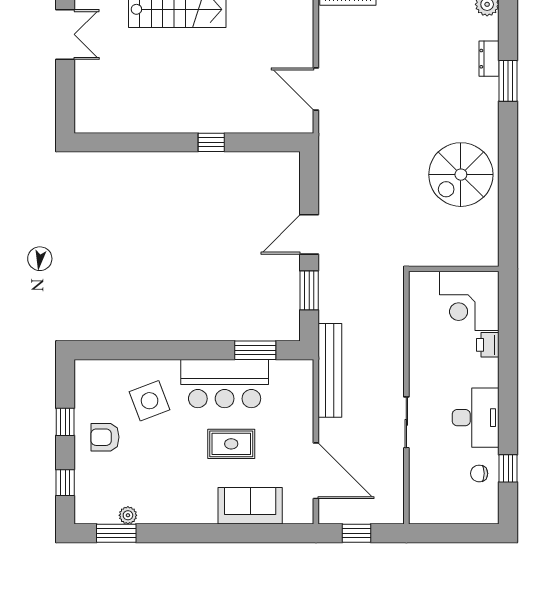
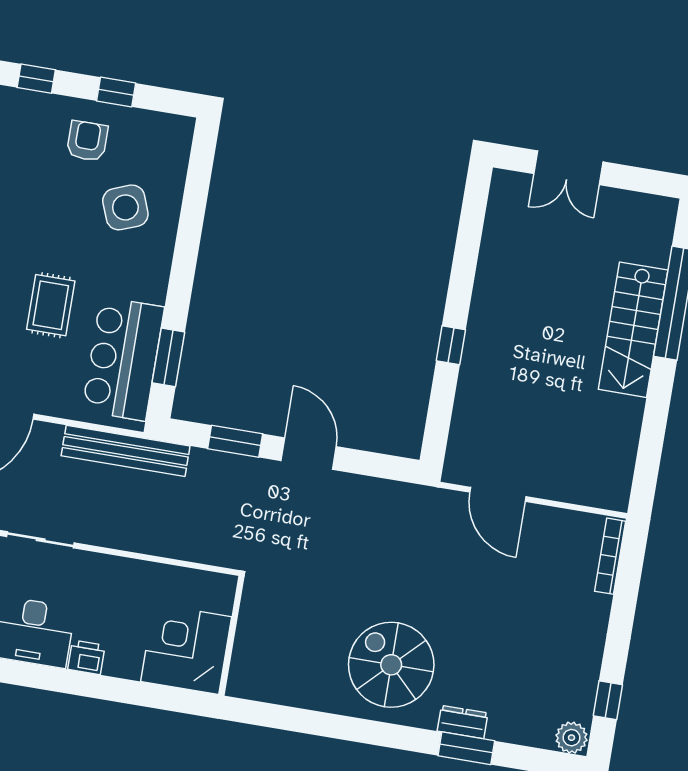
double door: (65, 34) -> (568, 168), moved
dresser: (489, 59) -> (463, 722), moved
door: (316, 89) -> (498, 494), swing flipped
spiral stairs: (461, 175) -> (391, 665), moved
printer: (488, 345) -> (86, 657), moved
bar counter: (225, 384) -> (123, 359), moved

